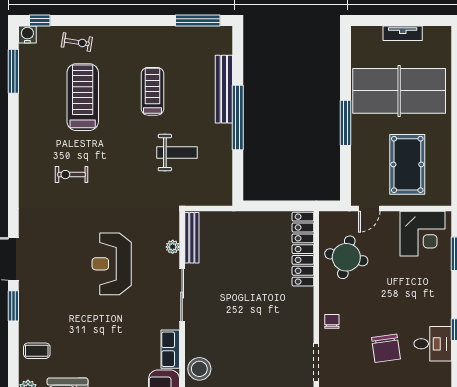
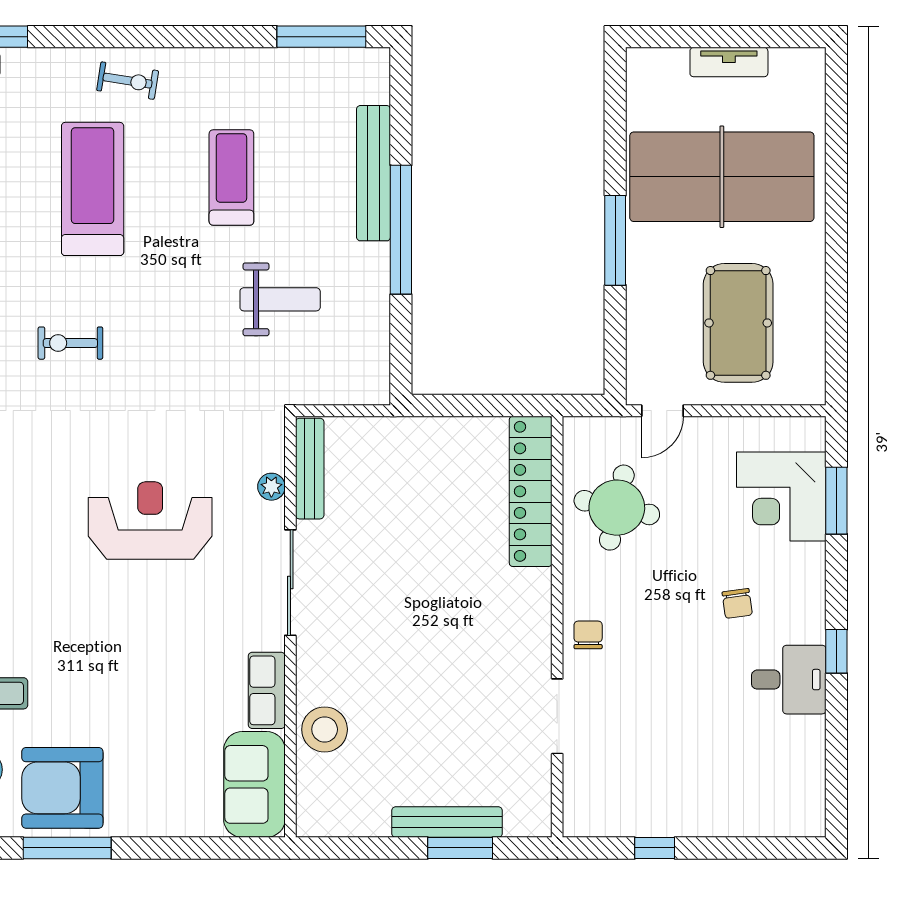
exercise bike: (77, 42) -> (128, 81), moved
corner desk: (422, 234) -> (781, 496), moved, turned 90
reception desk: (112, 264) -> (150, 521), turned 90
chair: (386, 348) -> (737, 603), moved, width x0.54, depth x0.54

